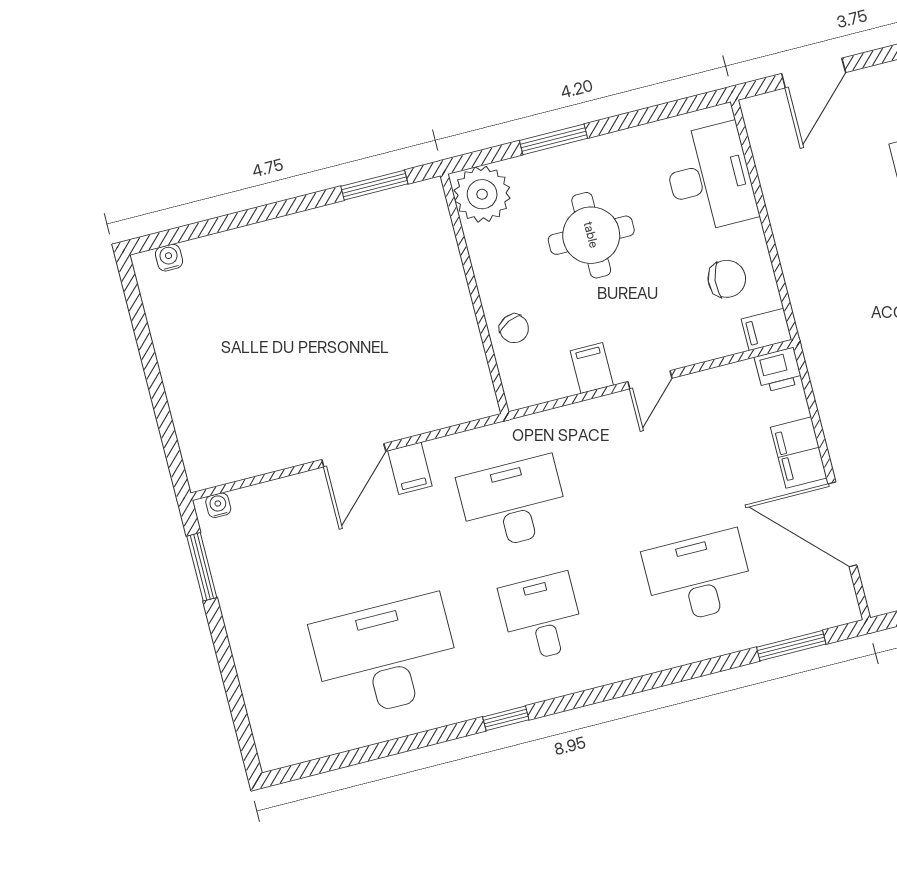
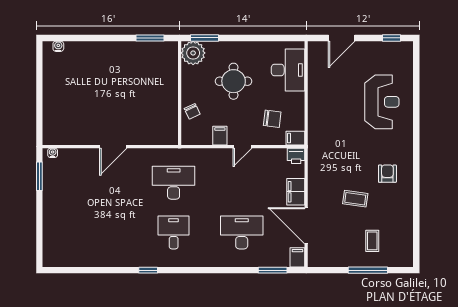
window: (554, 139) -> (204, 38), moved
chair: (727, 279) -> (272, 119), moved
filing cabinet: (410, 468) -> (297, 257), moved, turned 180
desk: (386, 657) -> (105, 232), removed

